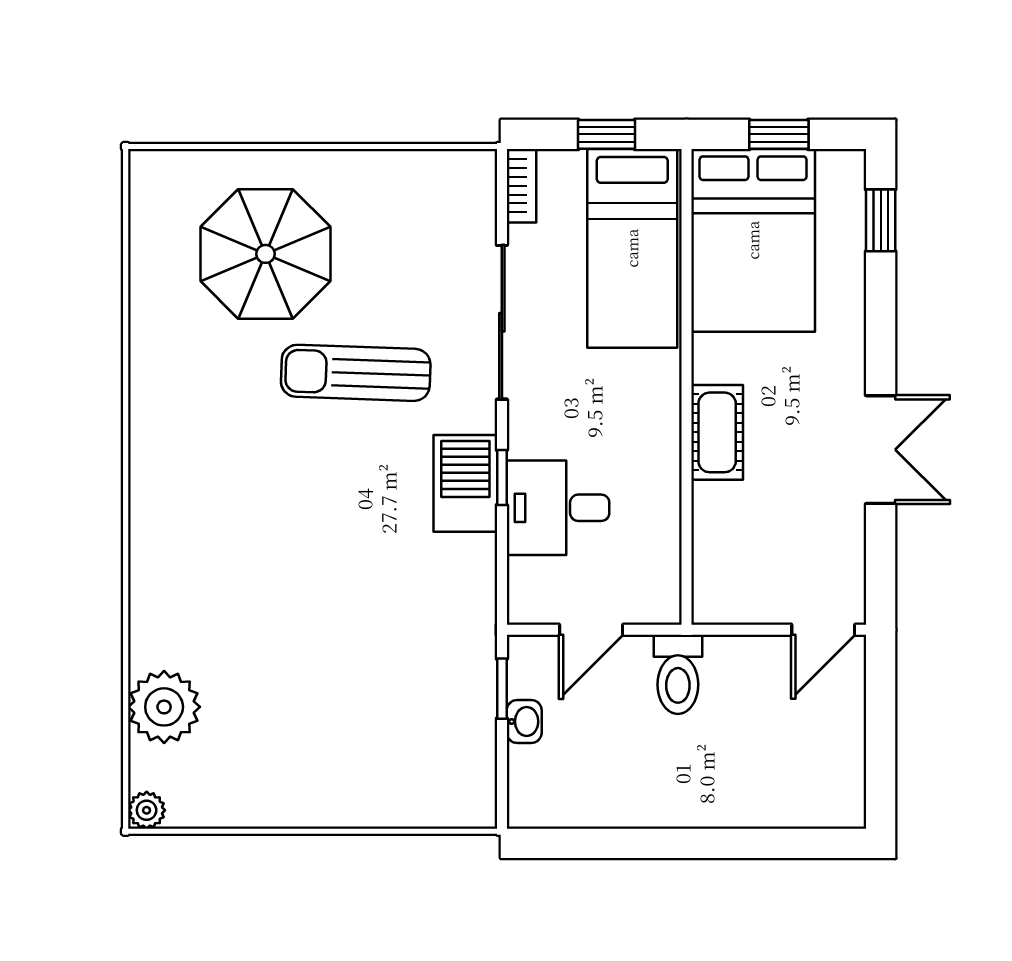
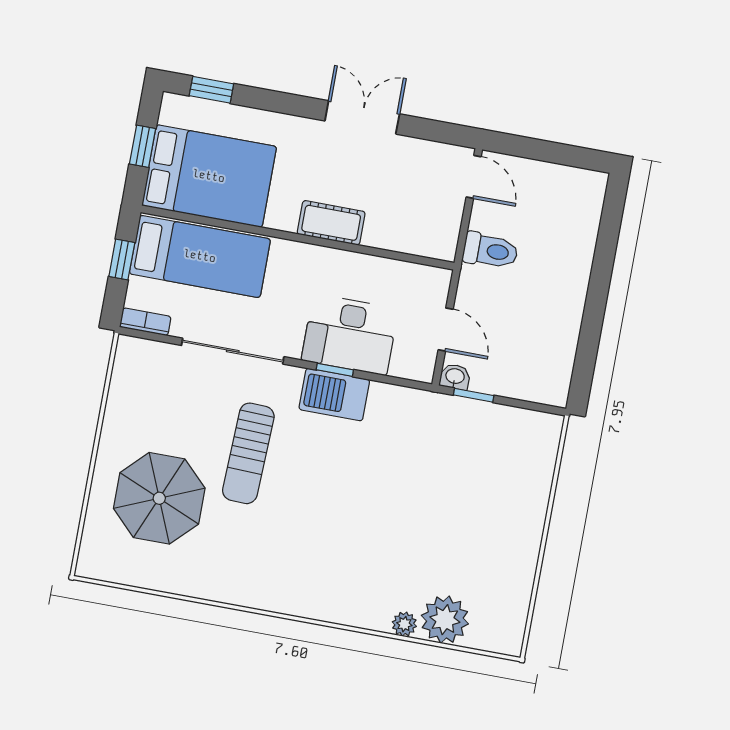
desk: (558, 508) -> (350, 334), width x1.37
toilet: (678, 674) -> (490, 251), moved
washbasin: (524, 722) -> (455, 377), moved
plant: (147, 810) -> (404, 624), moved

